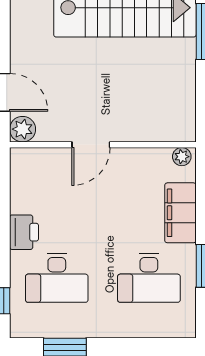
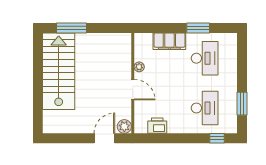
plant: (182, 157) -> (139, 67), moved
printer: (24, 232) -> (157, 126), moved

